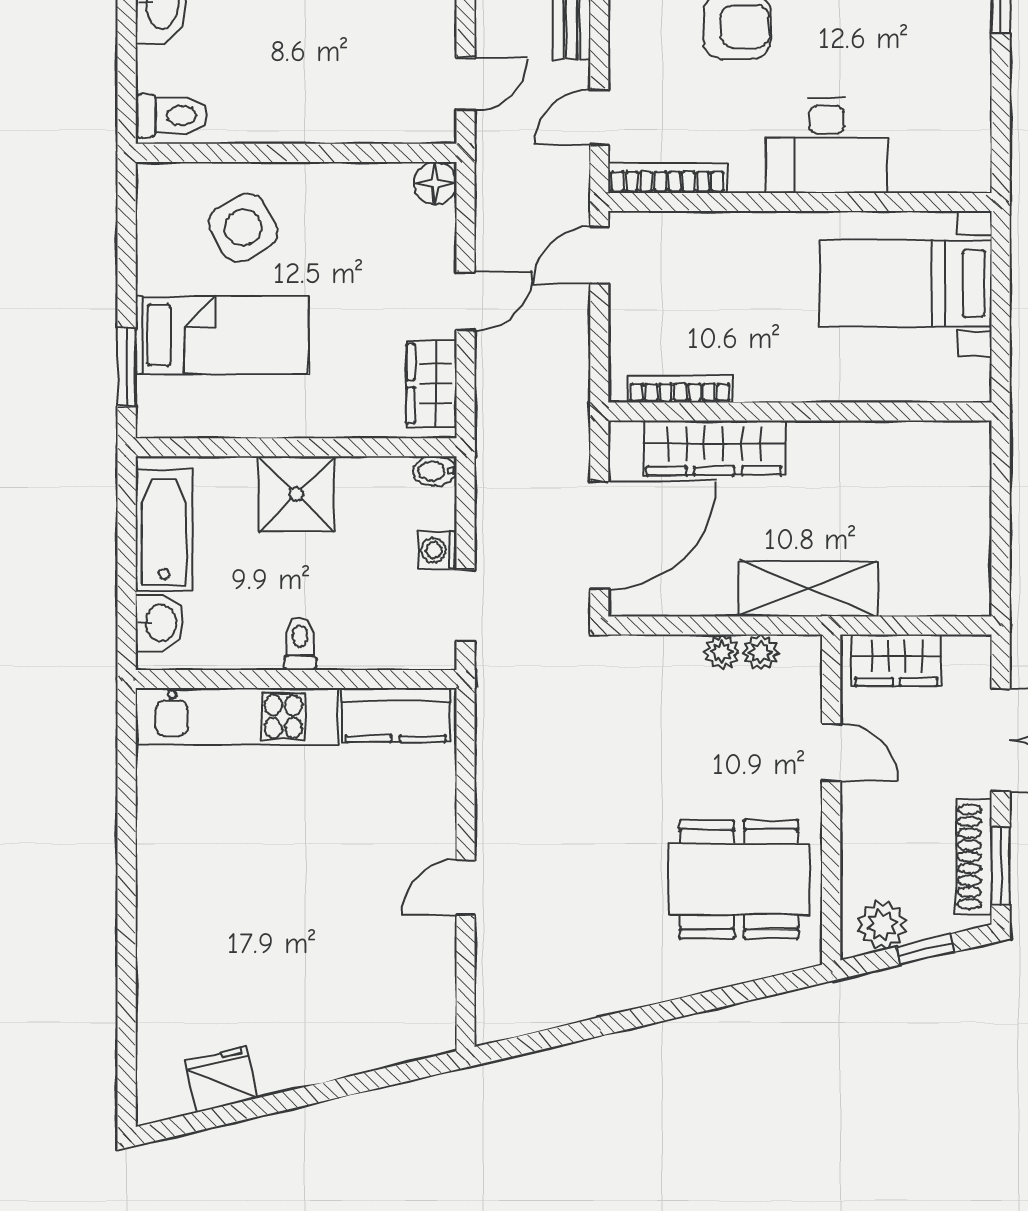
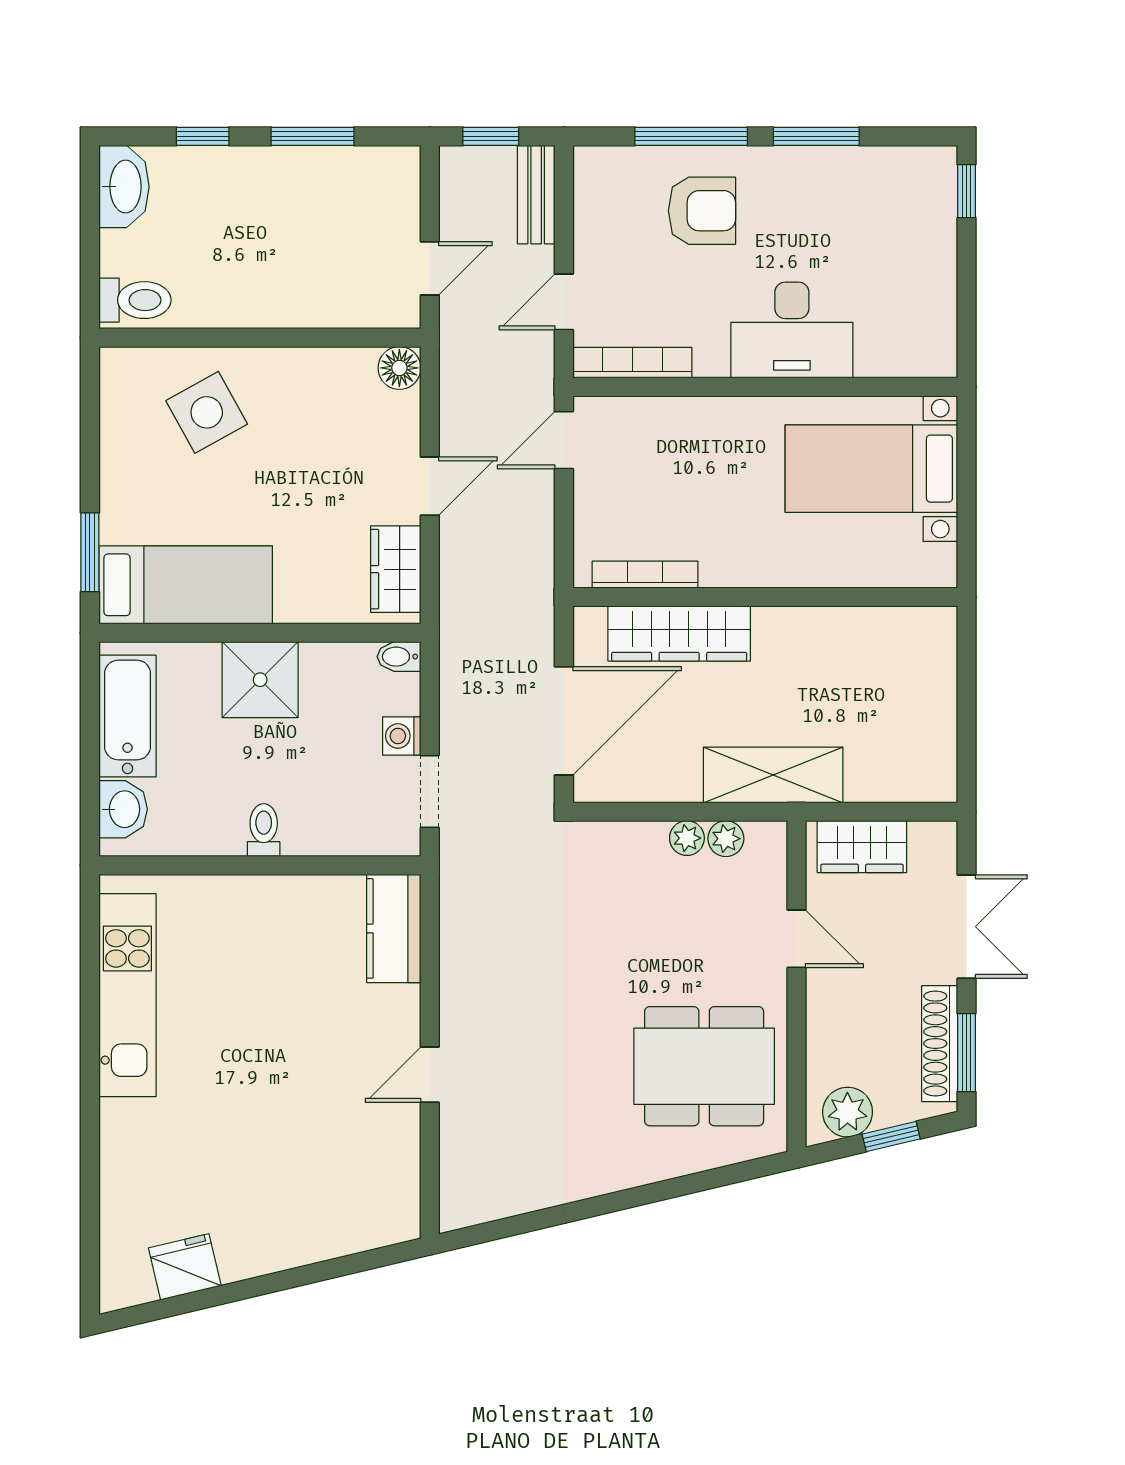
bed: (222, 335) -> (186, 585), moved
kitchen counter: (396, 715) -> (394, 928), moved, turned 90
kitchen unit: (237, 717) -> (127, 995), moved, turned -90

